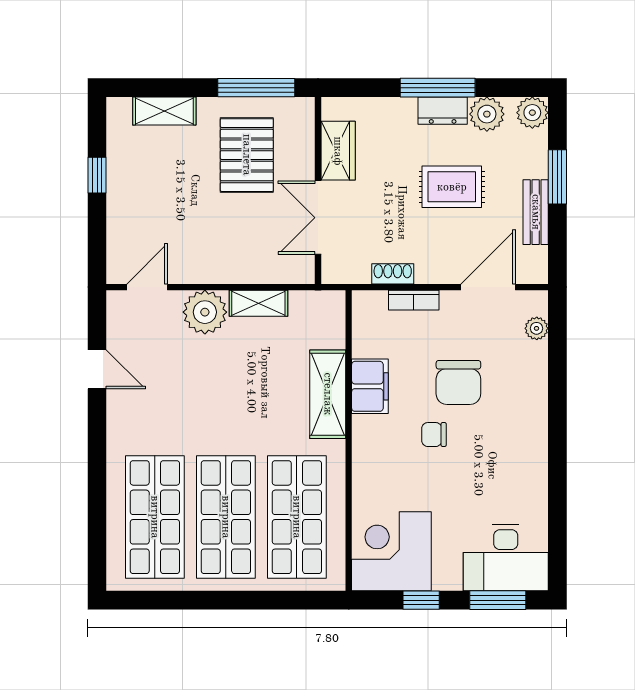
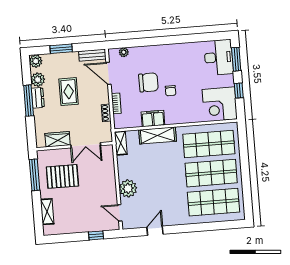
window: (97, 175) -> (96, 235), moved
bench: (536, 212) -> (92, 55), moved
shelving: (258, 303) -> (121, 143), moved

